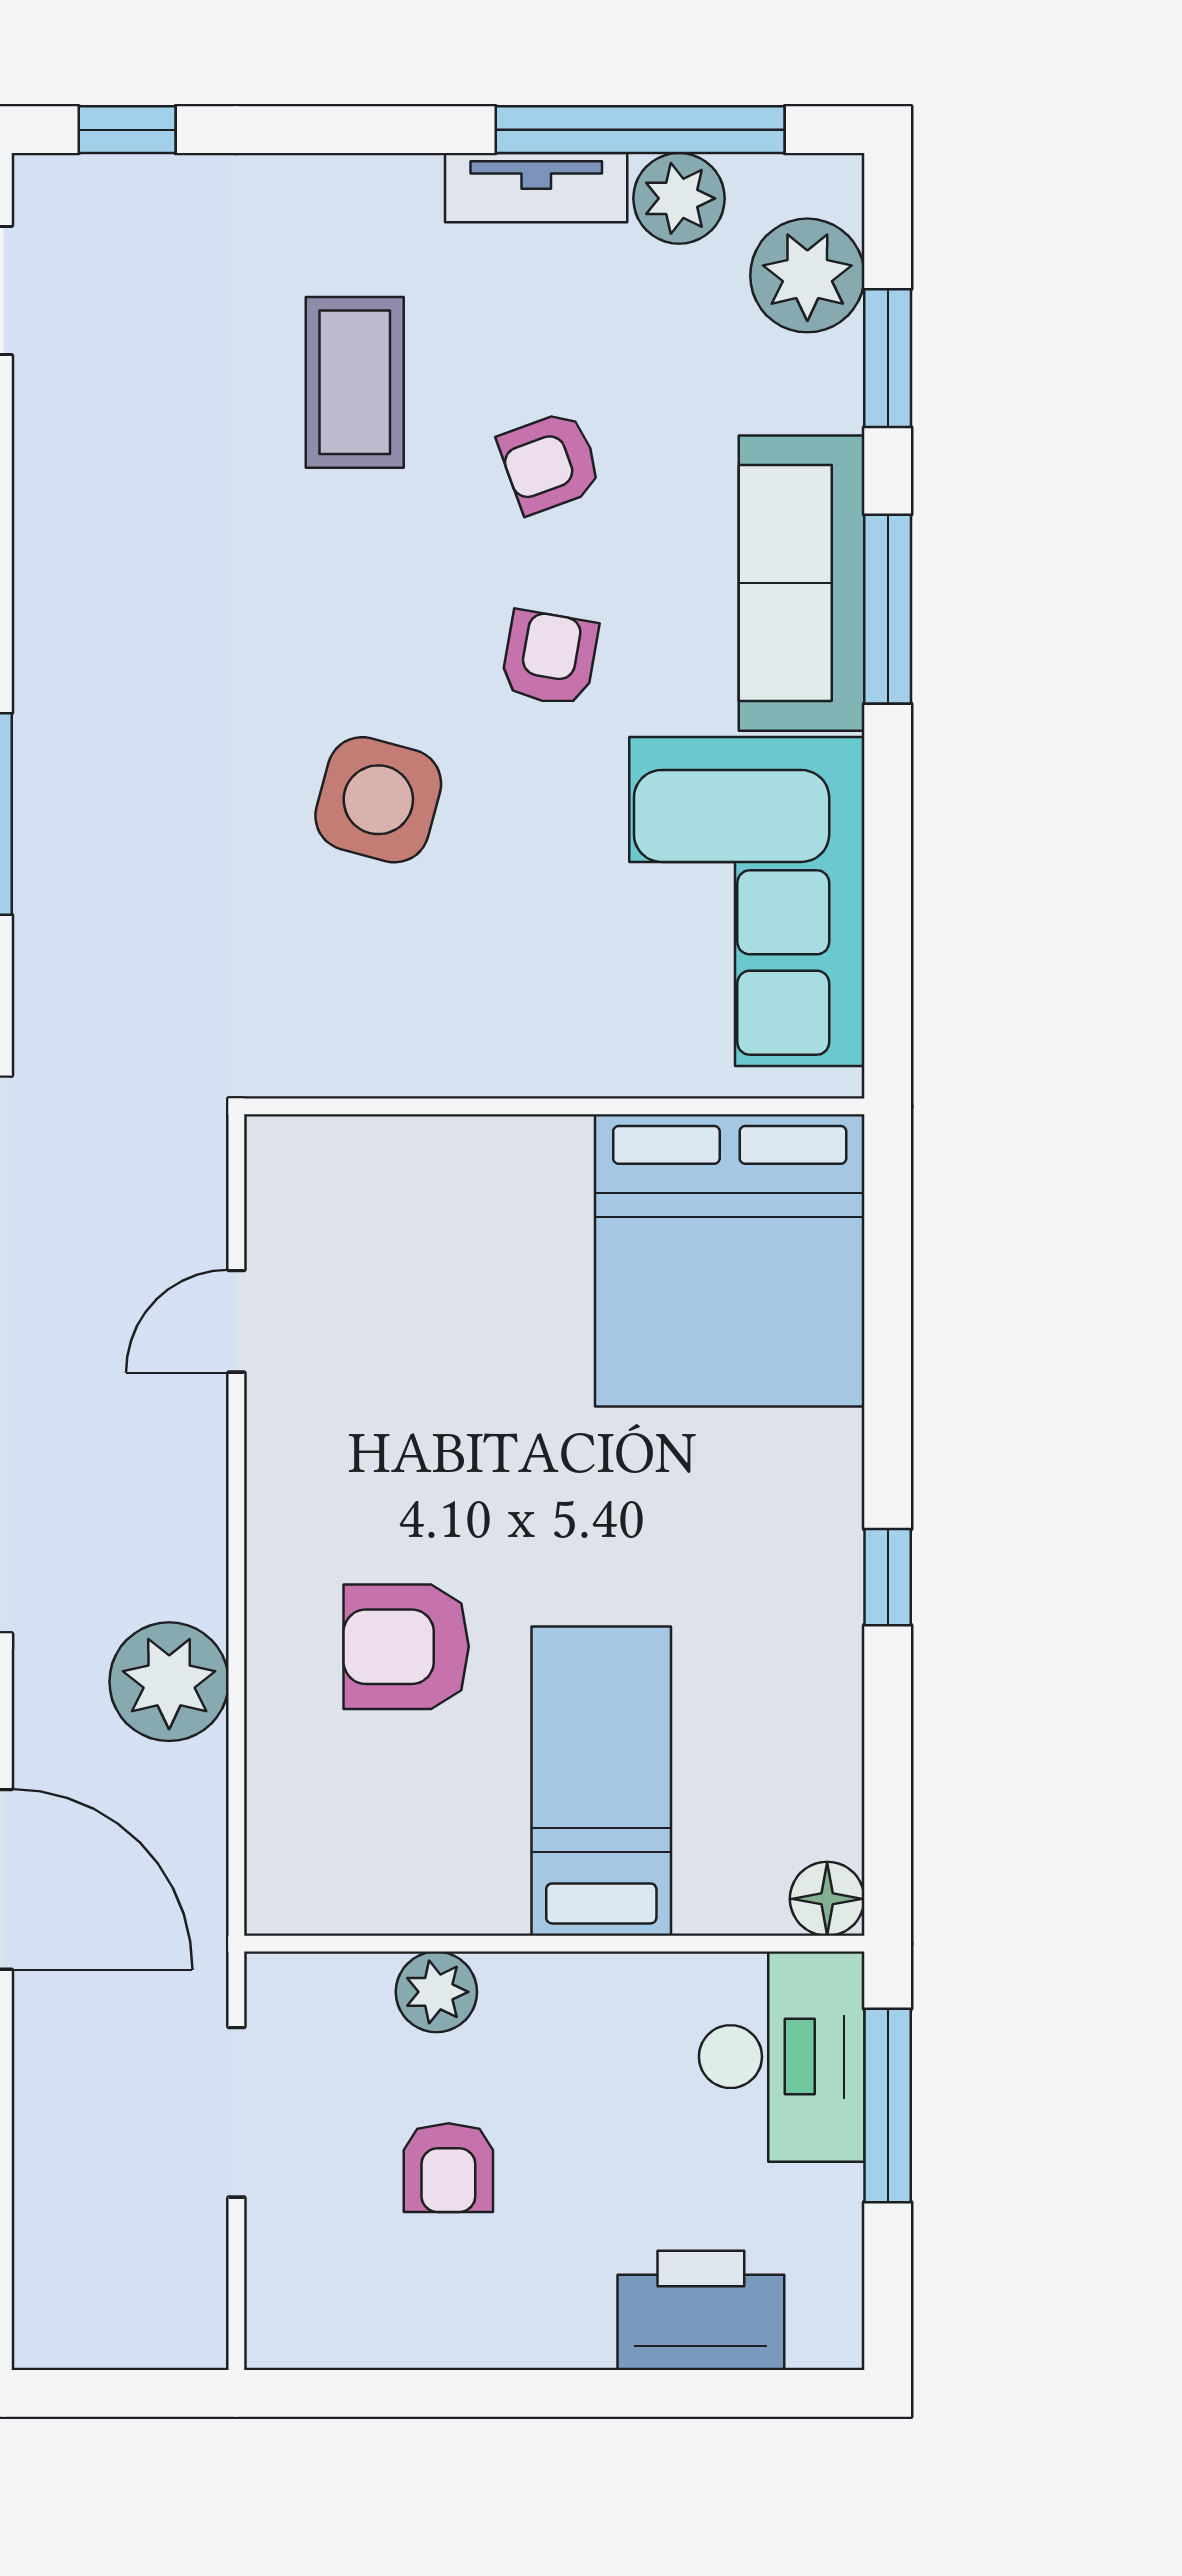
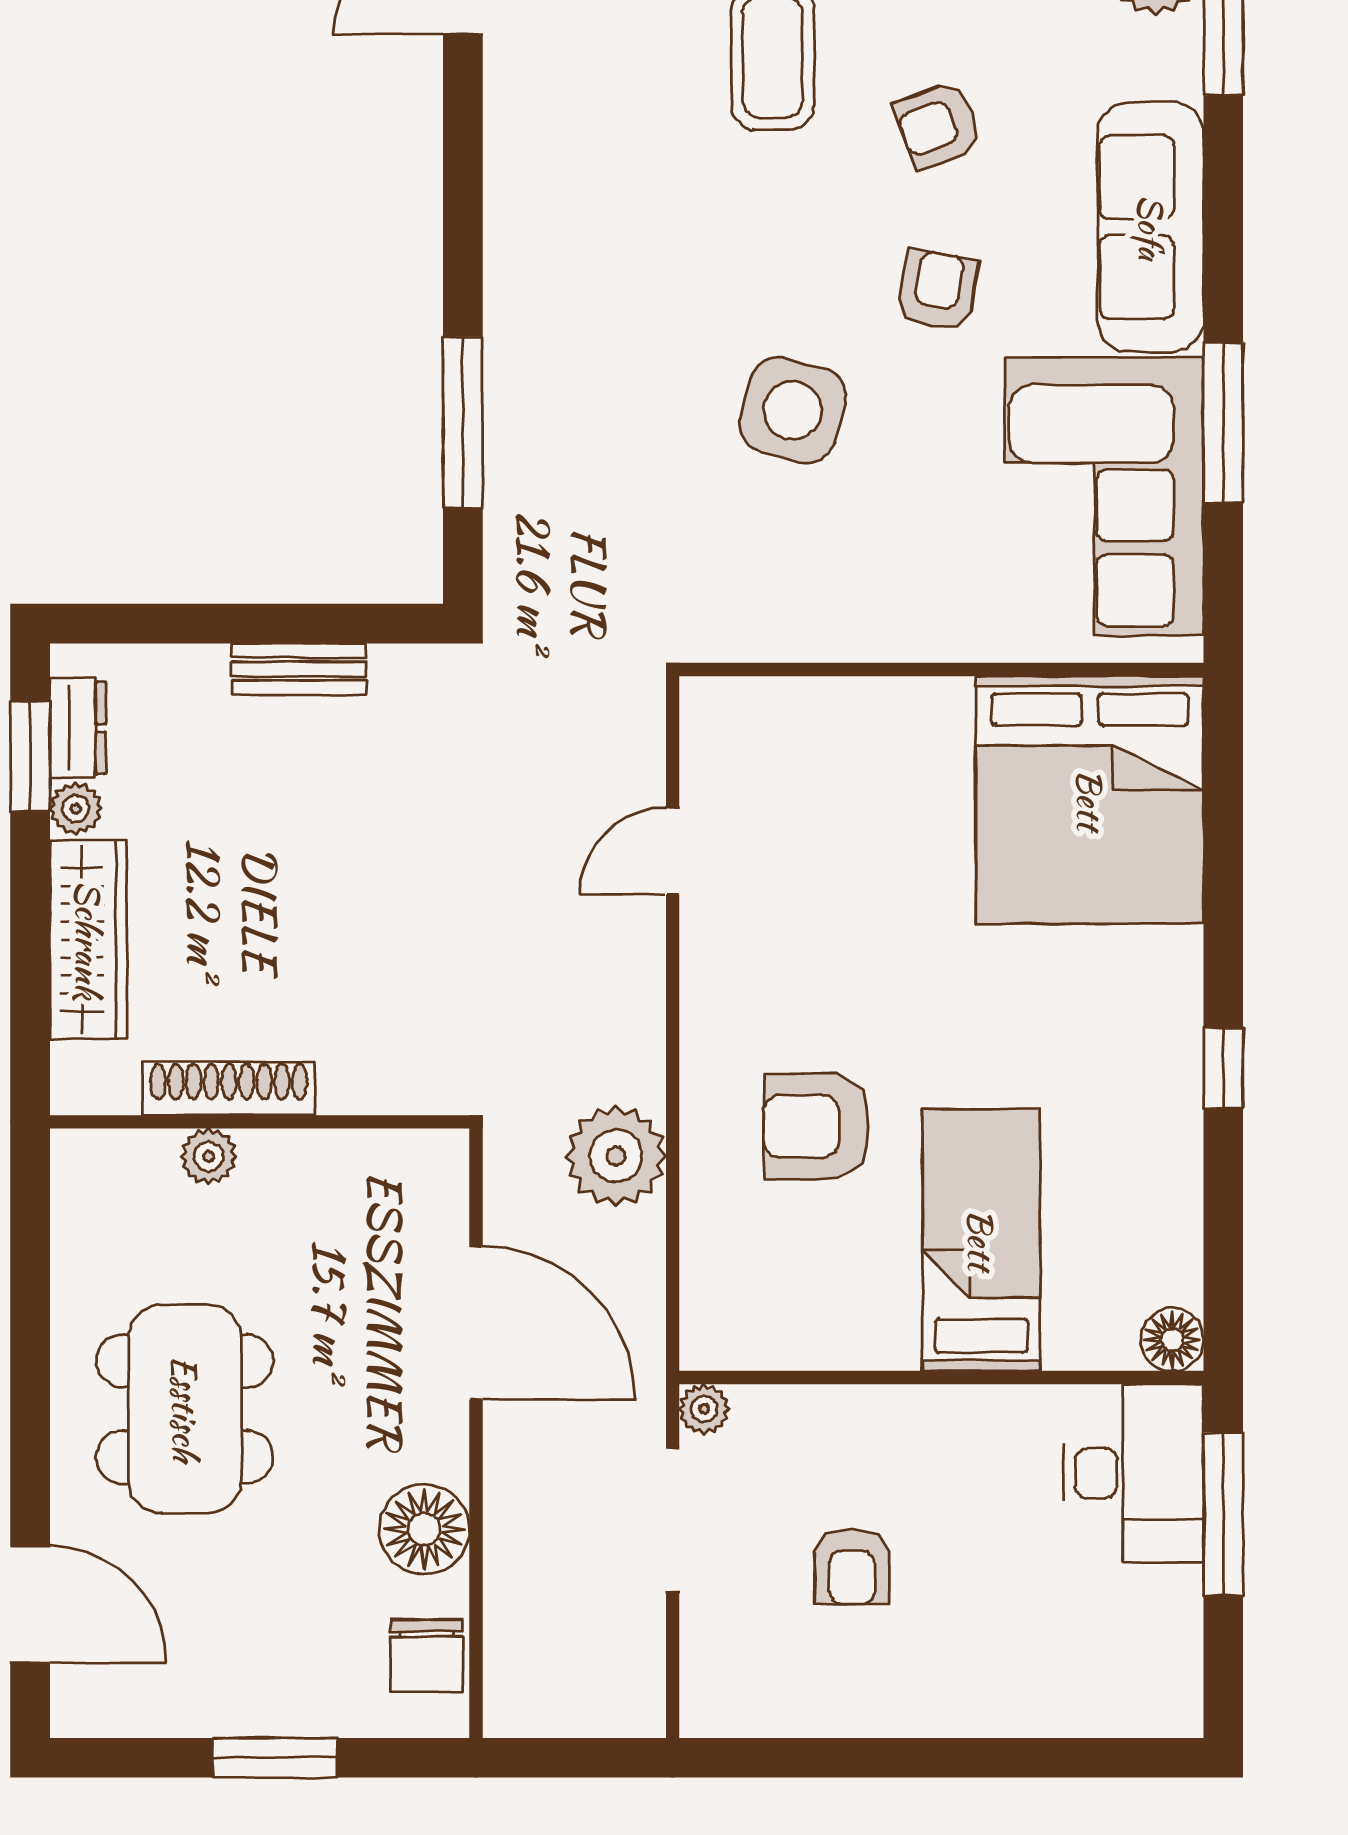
window: (888, 609) -> (1223, 422), moved
plant: (436, 1992) -> (704, 1409), moved, width x0.73, depth x0.73
printer: (701, 2310) -> (1065, 1688), removed

